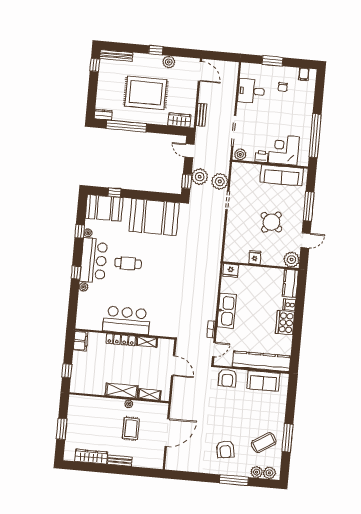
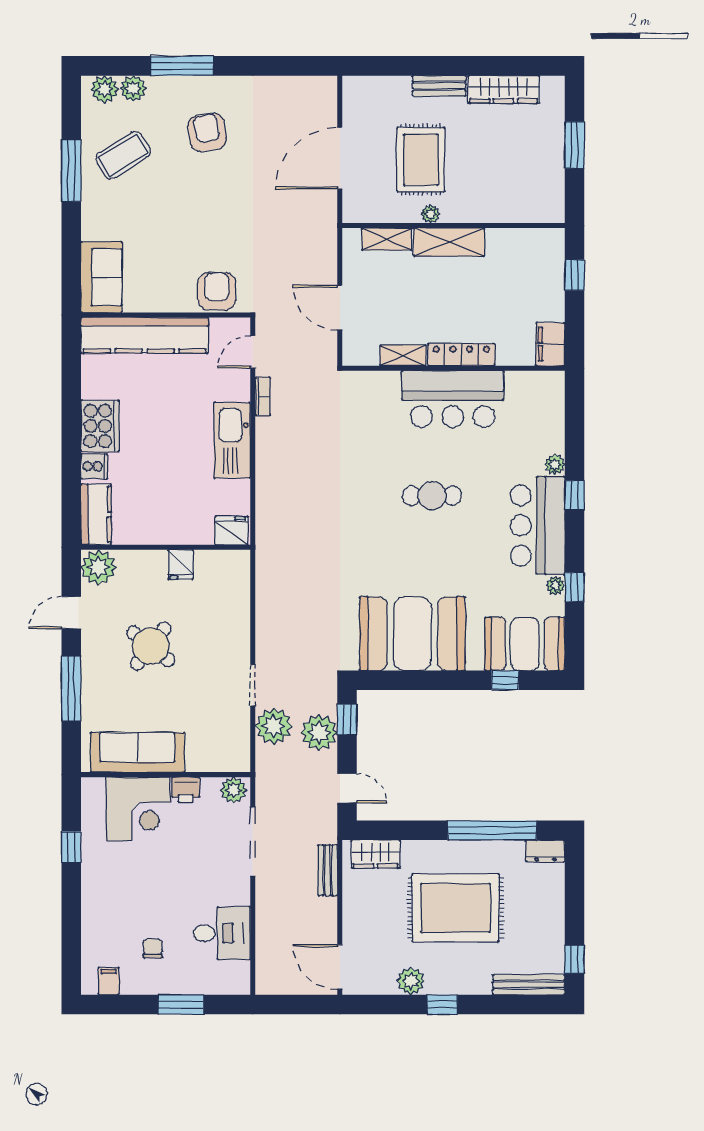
window: (315, 136) -> (71, 847), width x0.32
cafe table: (128, 263) -> (432, 496), moved
sofa: (263, 381) -> (101, 277), moved, turned 90
rug: (131, 429) -> (421, 160), width x1.36, depth x1.43

